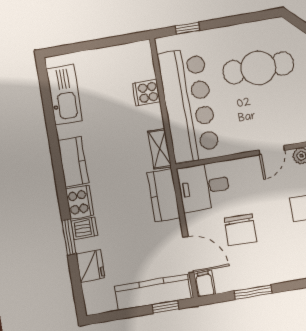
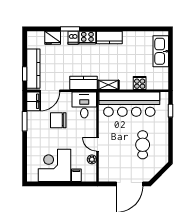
cafe table: (258, 68) -> (143, 145), width x0.73, depth x0.74
kitchen sink: (64, 95) -> (161, 51), moved, turned 90
filing cabinet: (205, 284) -> (33, 101), width x2.00

